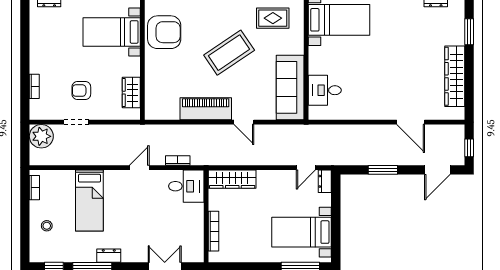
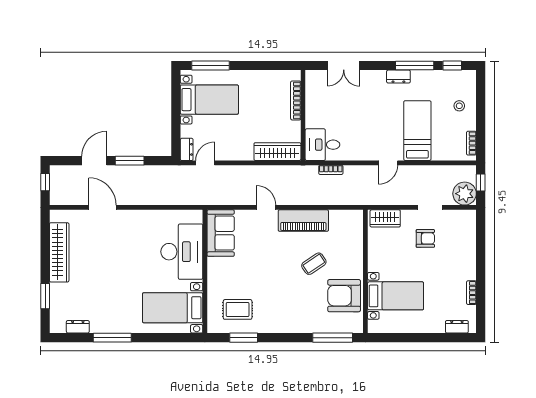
coffee table: (229, 53) -> (314, 264), moved, width x0.54, depth x0.58
bookcase: (34, 86) -> (471, 293), moved
sofa: (290, 87) -> (221, 233), width x0.73
desk: (325, 90) -> (182, 252), width x1.87, depth x1.30
wardrobe: (131, 93) -> (385, 218), moved, turned 90
window: (25, 148) -> (481, 183), added
door: (139, 168) -> (388, 163), moved
door: (437, 170) -> (94, 161), moved

